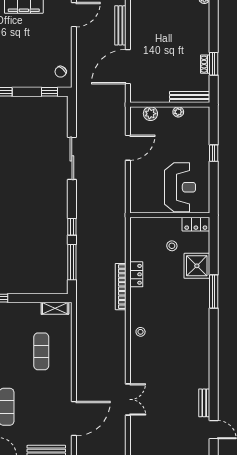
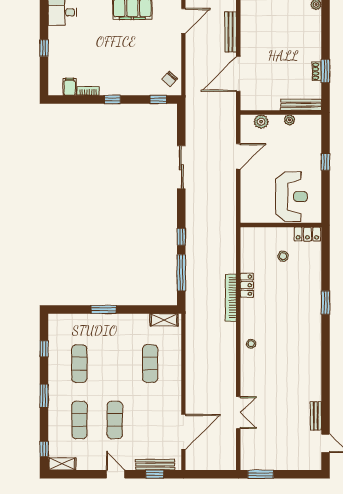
shower: (197, 266) -> (308, 277), removed
window: (214, 292) -> (325, 303), width x0.69

